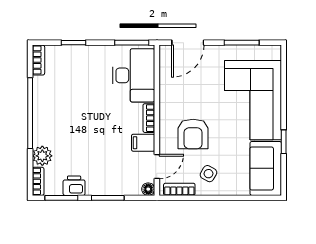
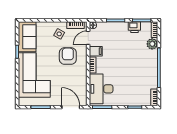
door: (188, 43) -> (71, 107), hinge flipped

